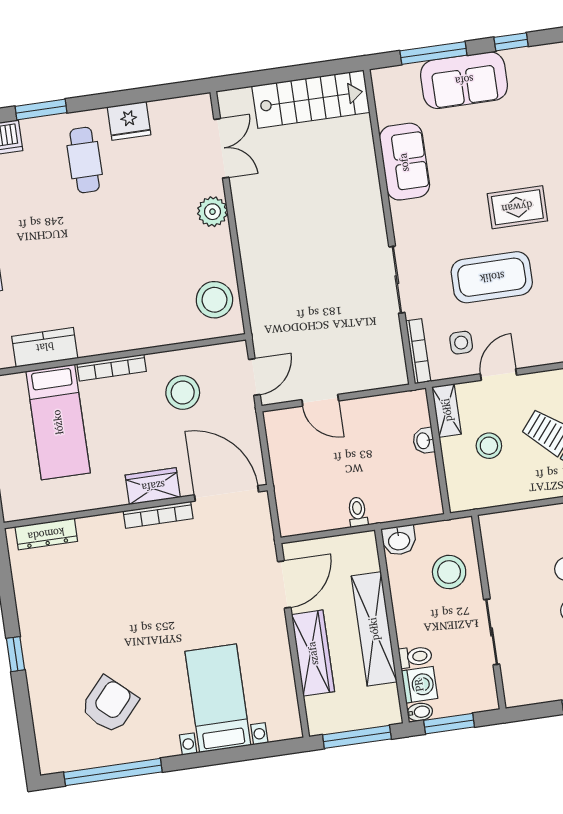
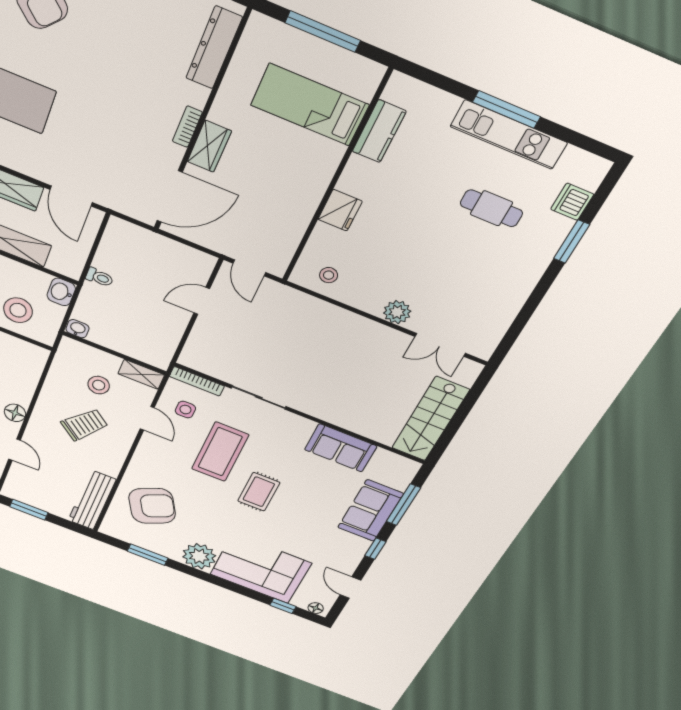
fridge: (129, 121) -> (340, 210), moved, turned 180
cafe table: (85, 160) -> (491, 208), moved
stool: (214, 300) -> (329, 275), width x0.53, depth x0.53
bookcase: (112, 368) -> (327, 172), removed
stool: (183, 392) -> (271, 212), removed
washbasin: (424, 441) -> (77, 329), moved
bookcase: (158, 515) -> (187, 127), width x0.64
dresser: (46, 534) -> (214, 48), width x1.37, depth x1.24

